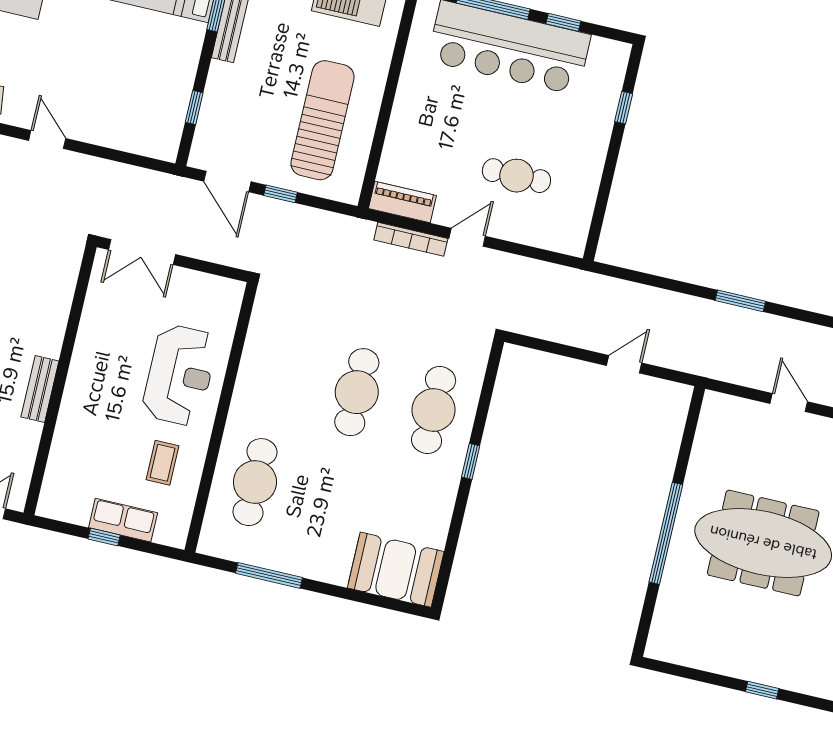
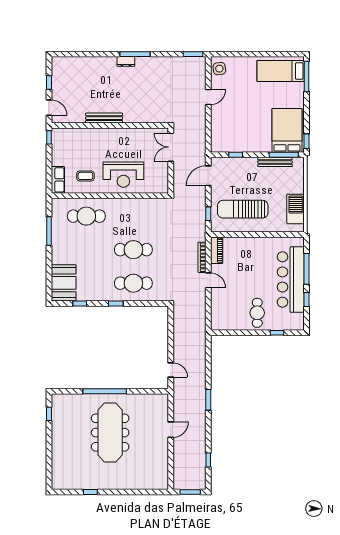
sun lounger: (323, 120) -> (243, 209), turned 180
cafe table: (516, 176) -> (257, 313), moved
window: (280, 194) -> (208, 214), moved
door: (624, 364) -> (171, 370), moved
bench: (40, 389) -> (104, 118), width x1.36
row of seats: (123, 520) -> (58, 180), moved
window: (104, 537) -> (49, 137), moved
window: (451, 544) -> (80, 303), added
window: (762, 690) -> (49, 414), moved

